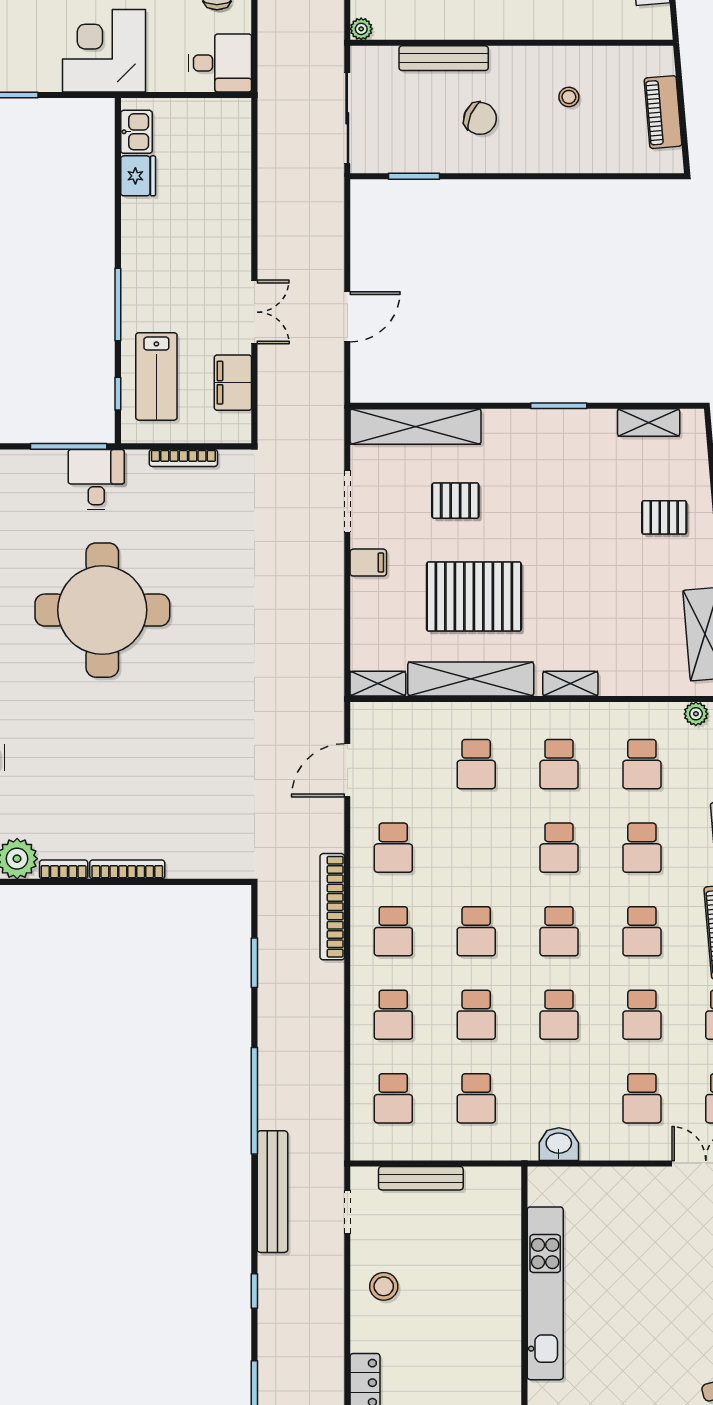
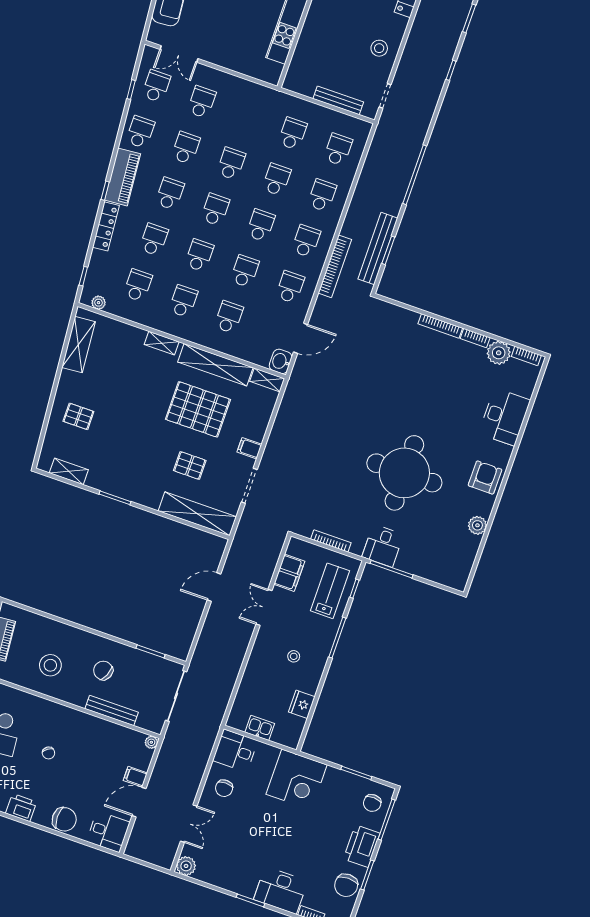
stool: (569, 97) -> (50, 665), width x1.89, depth x1.89
kitchen sink: (136, 132) -> (260, 728), moved, turned 90
stool: (178, 249) -> (294, 656), added
school desk: (476, 848) -> (245, 271), added
washbasin: (559, 1144) -> (281, 361), moved, turned 90
bench: (272, 1192) -> (378, 249), moved

